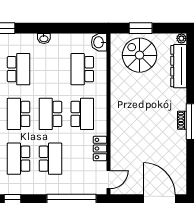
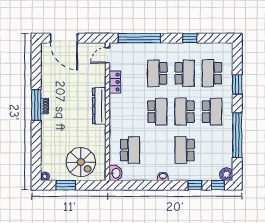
window: (141, 28) -> (66, 185), moved
dresser: (179, 66) -> (99, 106), moved, turned 180
school desk: (19, 114) -> (185, 112), turned 180
school desk: (82, 114) -> (130, 112), removed

